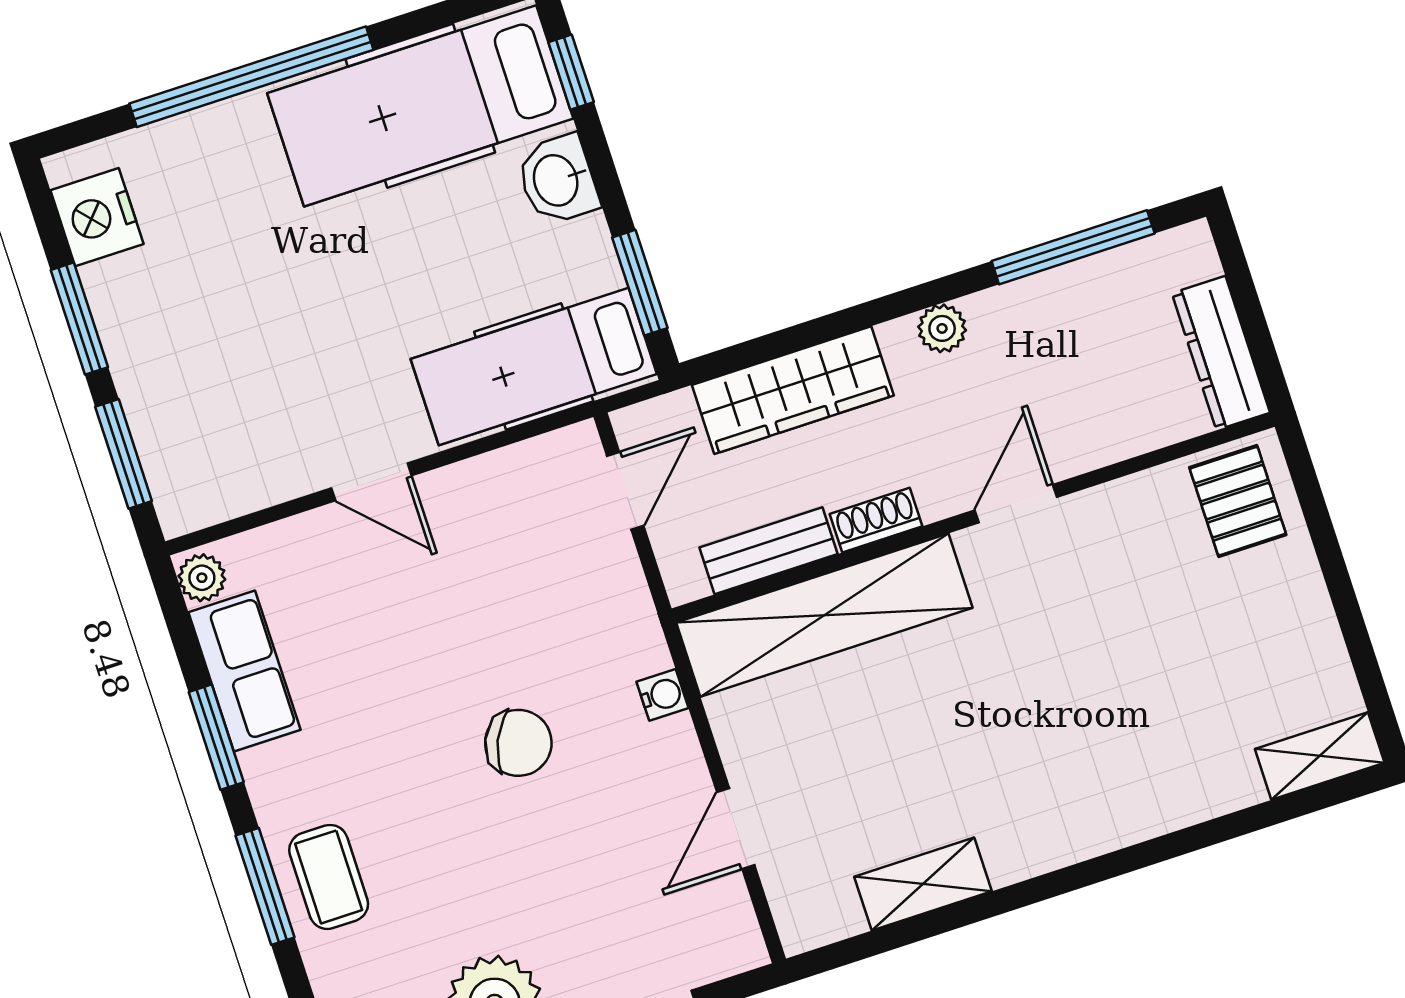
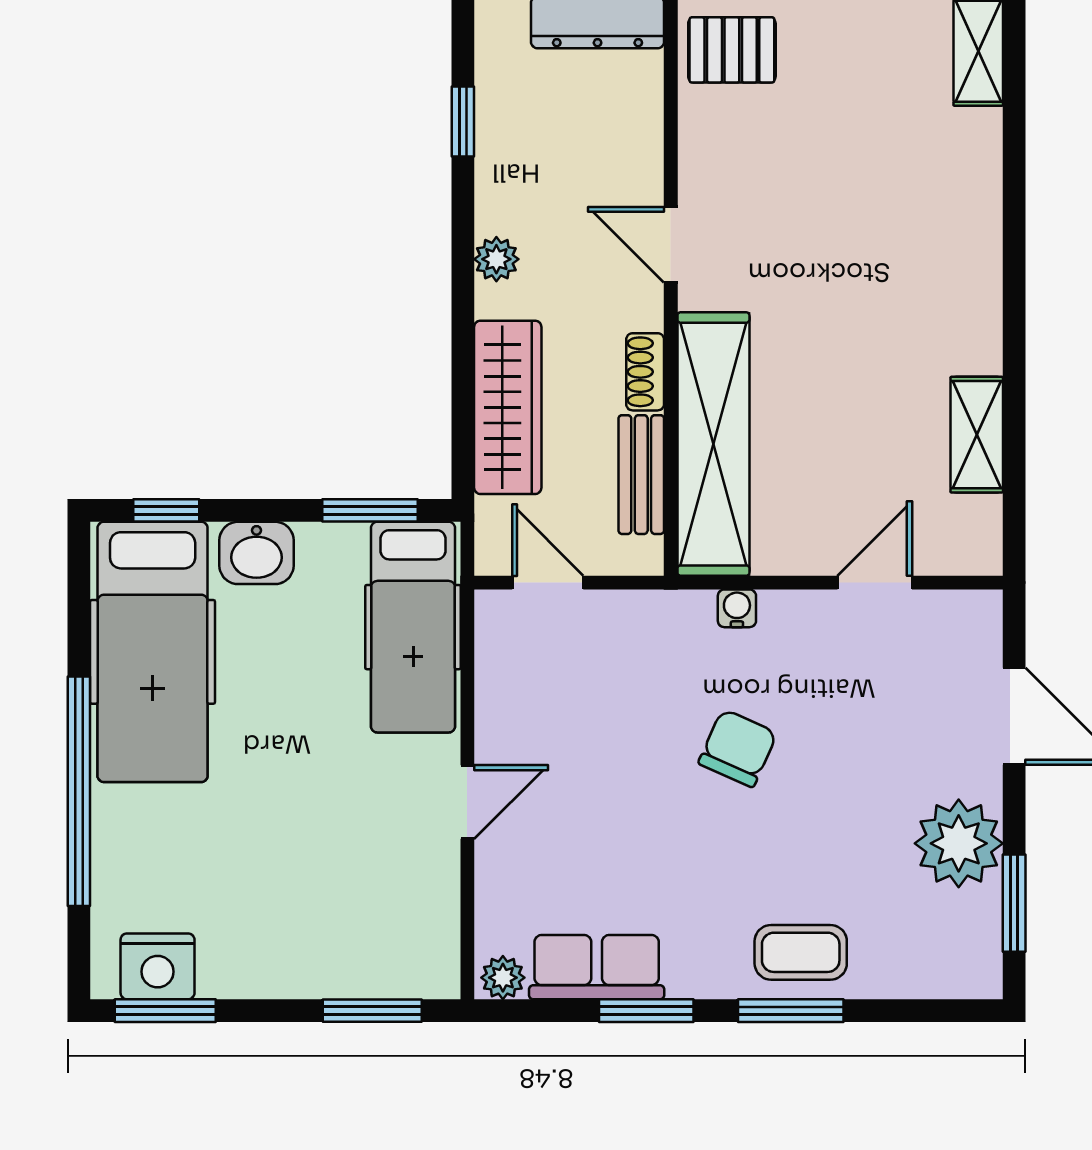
window: (1073, 247) -> (463, 121), width x0.46
window: (79, 319) -> (165, 1011), moved
door: (736, 829) -> (875, 583), swing flipped

